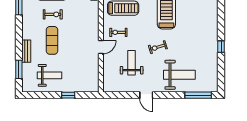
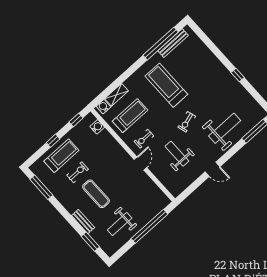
weight bench: (49, 75) -> (120, 224), turned 180
window: (68, 95) -> (149, 226), width x3.17

